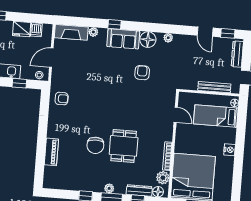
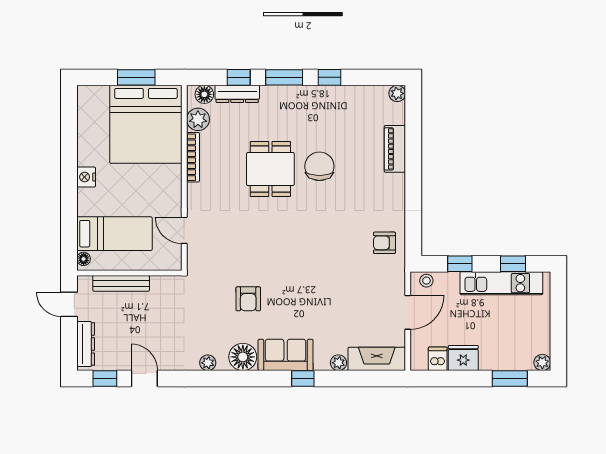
plant: (109, 188) -> (397, 93), moved

